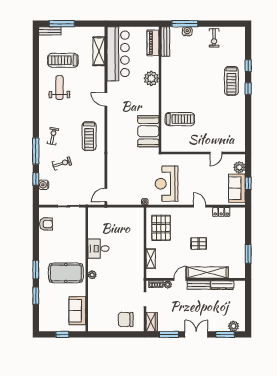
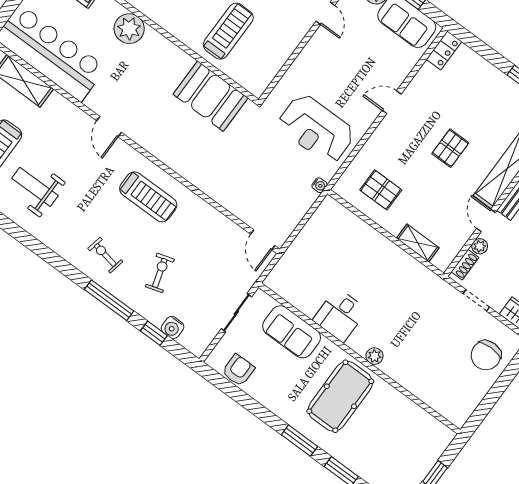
door: (106, 99) -> (109, 127), hinge flipped
locker: (221, 212) -> (444, 50), moved
pallet: (161, 228) -> (381, 190), width x0.67, depth x0.71
sofa: (77, 311) -> (292, 332), moved

